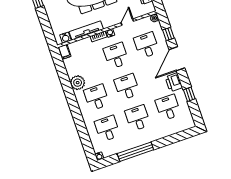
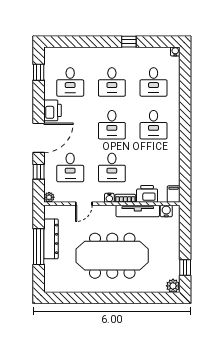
printer: (84, 45) -> (147, 194), added
plant: (78, 83) -> (170, 151), removed
window: (189, 94) -> (39, 72), moved
window: (135, 152) -> (129, 42), width x0.32

